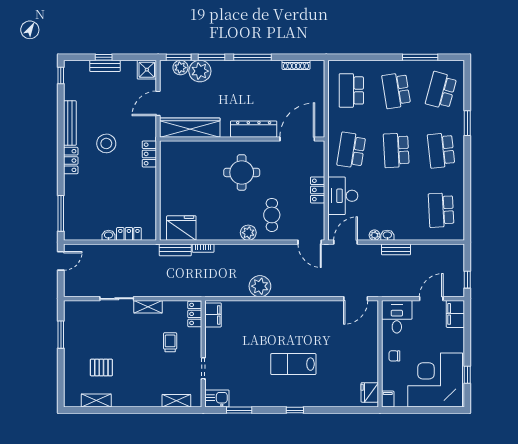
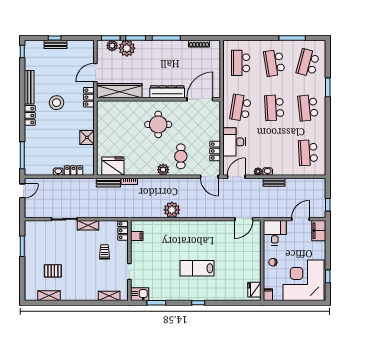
shower: (147, 70) -> (87, 137), moved
locker: (149, 154) -> (89, 97), moved
locker: (318, 190) -> (215, 151), moved
filing cabinet: (213, 315) -> (137, 236), width x0.50

